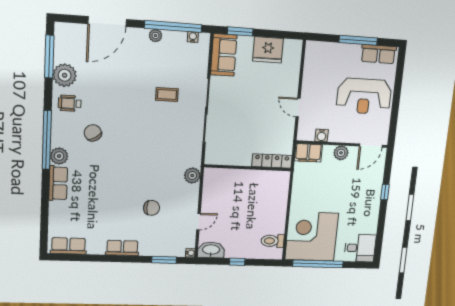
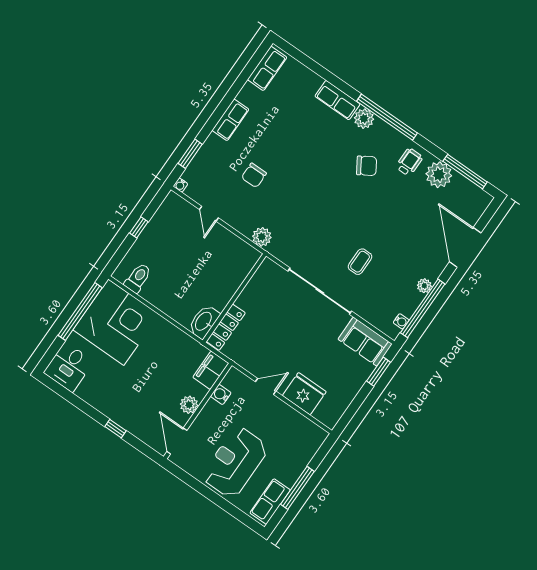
fridge: (268, 50) -> (304, 394), moved, turned 90
washbasin: (211, 250) -> (204, 322), moved, turned 180

